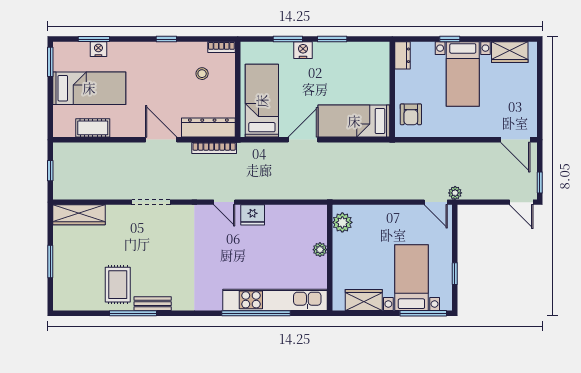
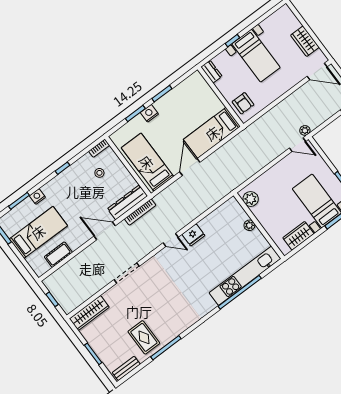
nightstand: (98, 49) -> (37, 197), moved
wardrobe: (510, 52) -> (305, 41), moved, turned 90
bench: (153, 304) -> (126, 368), moved

